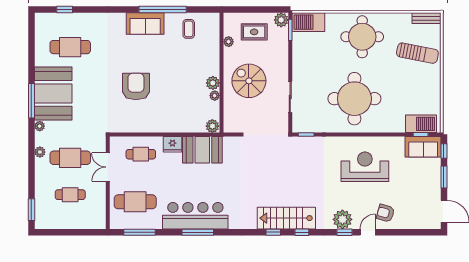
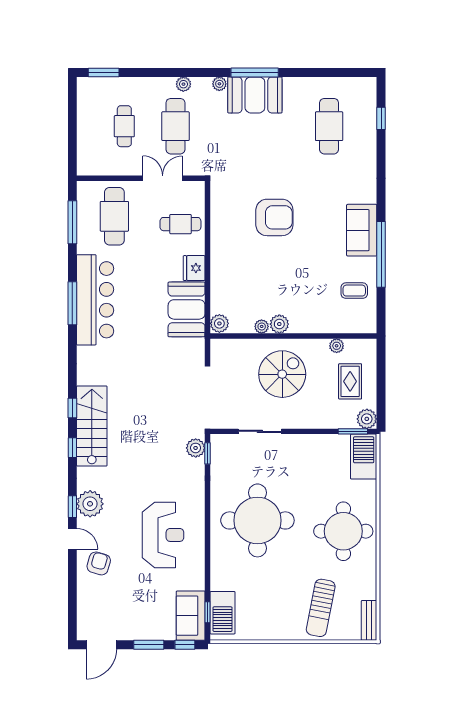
booth: (53, 93) -> (255, 95), width x0.73, depth x0.70
plant: (302, 143) -> (196, 448), added
cafe table: (141, 154) -> (180, 224), turned 90

